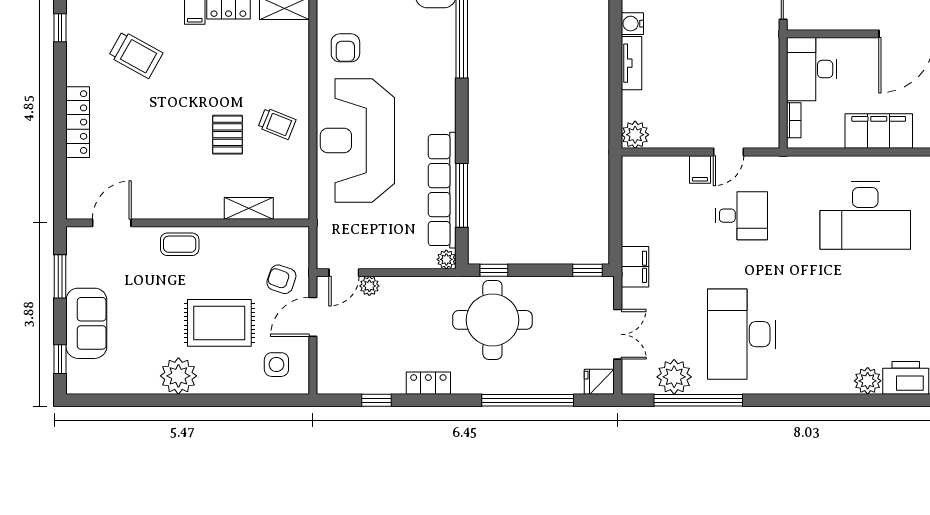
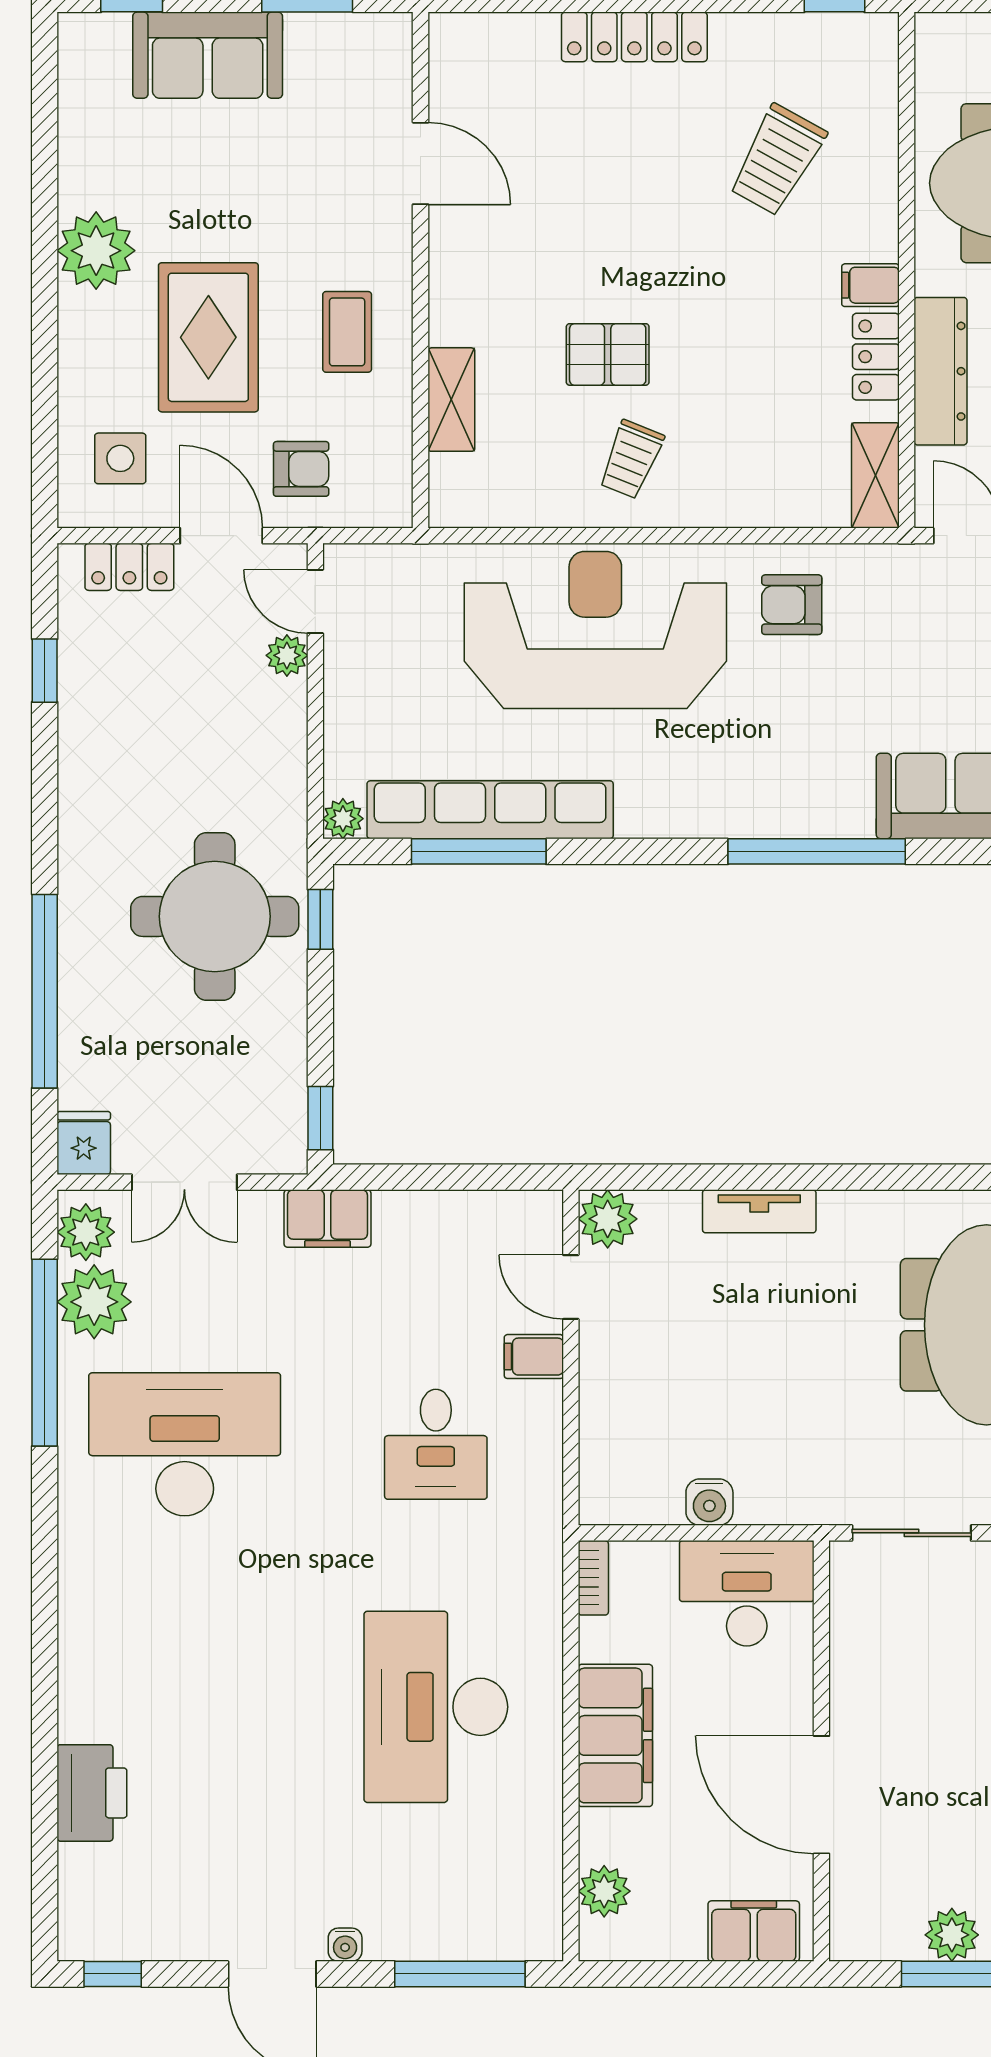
water cooler: (632, 24) -> (709, 1502), moved, turned 180
bookcase: (794, 120) -> (593, 1578), moved, turned -90
door: (729, 152) -> (571, 1287), moved
door: (112, 223) -> (421, 163), moved
coffee table: (180, 244) -> (347, 332), moved
armchair: (281, 279) -> (301, 469), turned 71
plant: (868, 381) -> (86, 1232), moved
locker: (428, 383) -> (129, 567), moved, turned 90

